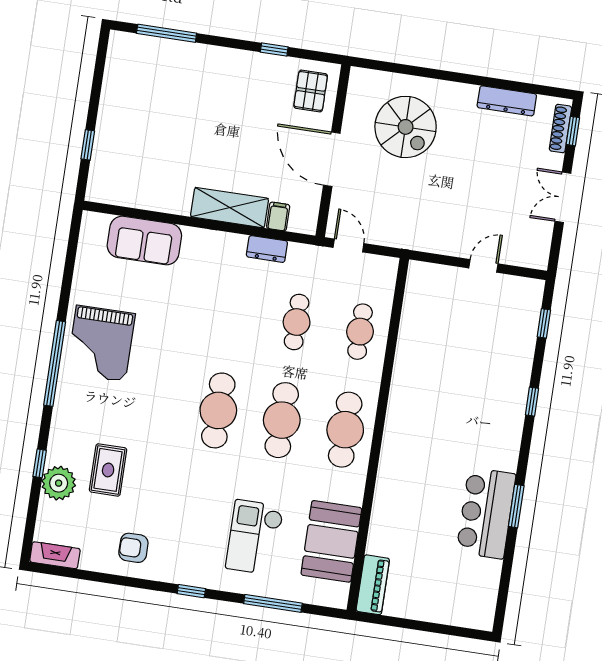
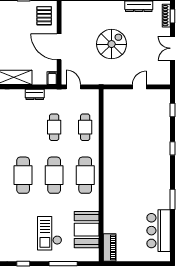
spiral stairs: (406, 127) -> (112, 44), moved, turned -90
filing cabinet: (278, 217) -> (52, 78), moved
bar counter: (486, 513) -> (159, 231), moved

